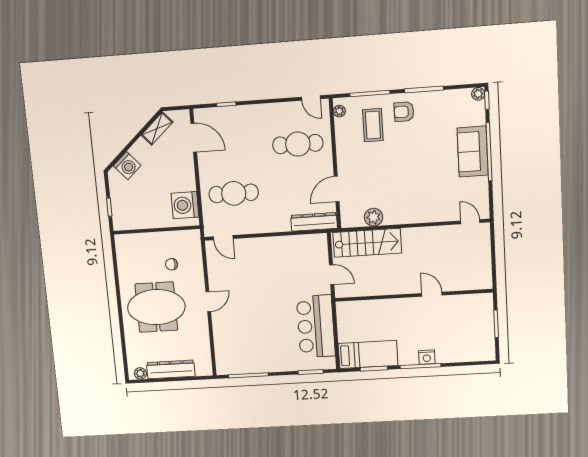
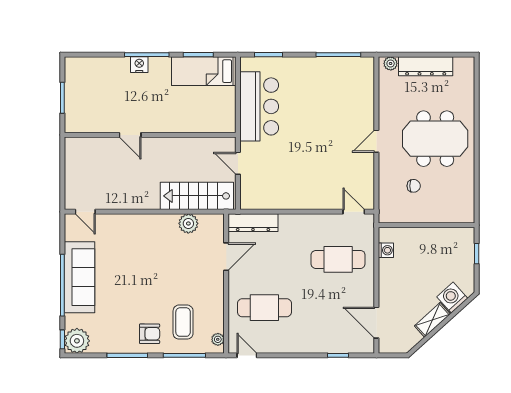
plant: (478, 94) -> (77, 341), width x1.87, depth x1.87
shelving: (157, 129) -> (432, 320), moved
sofa: (473, 152) -> (79, 277), width x1.36
washing machine: (185, 205) -> (386, 250), width x0.53, depth x0.53
plant: (140, 373) -> (391, 63), moved

